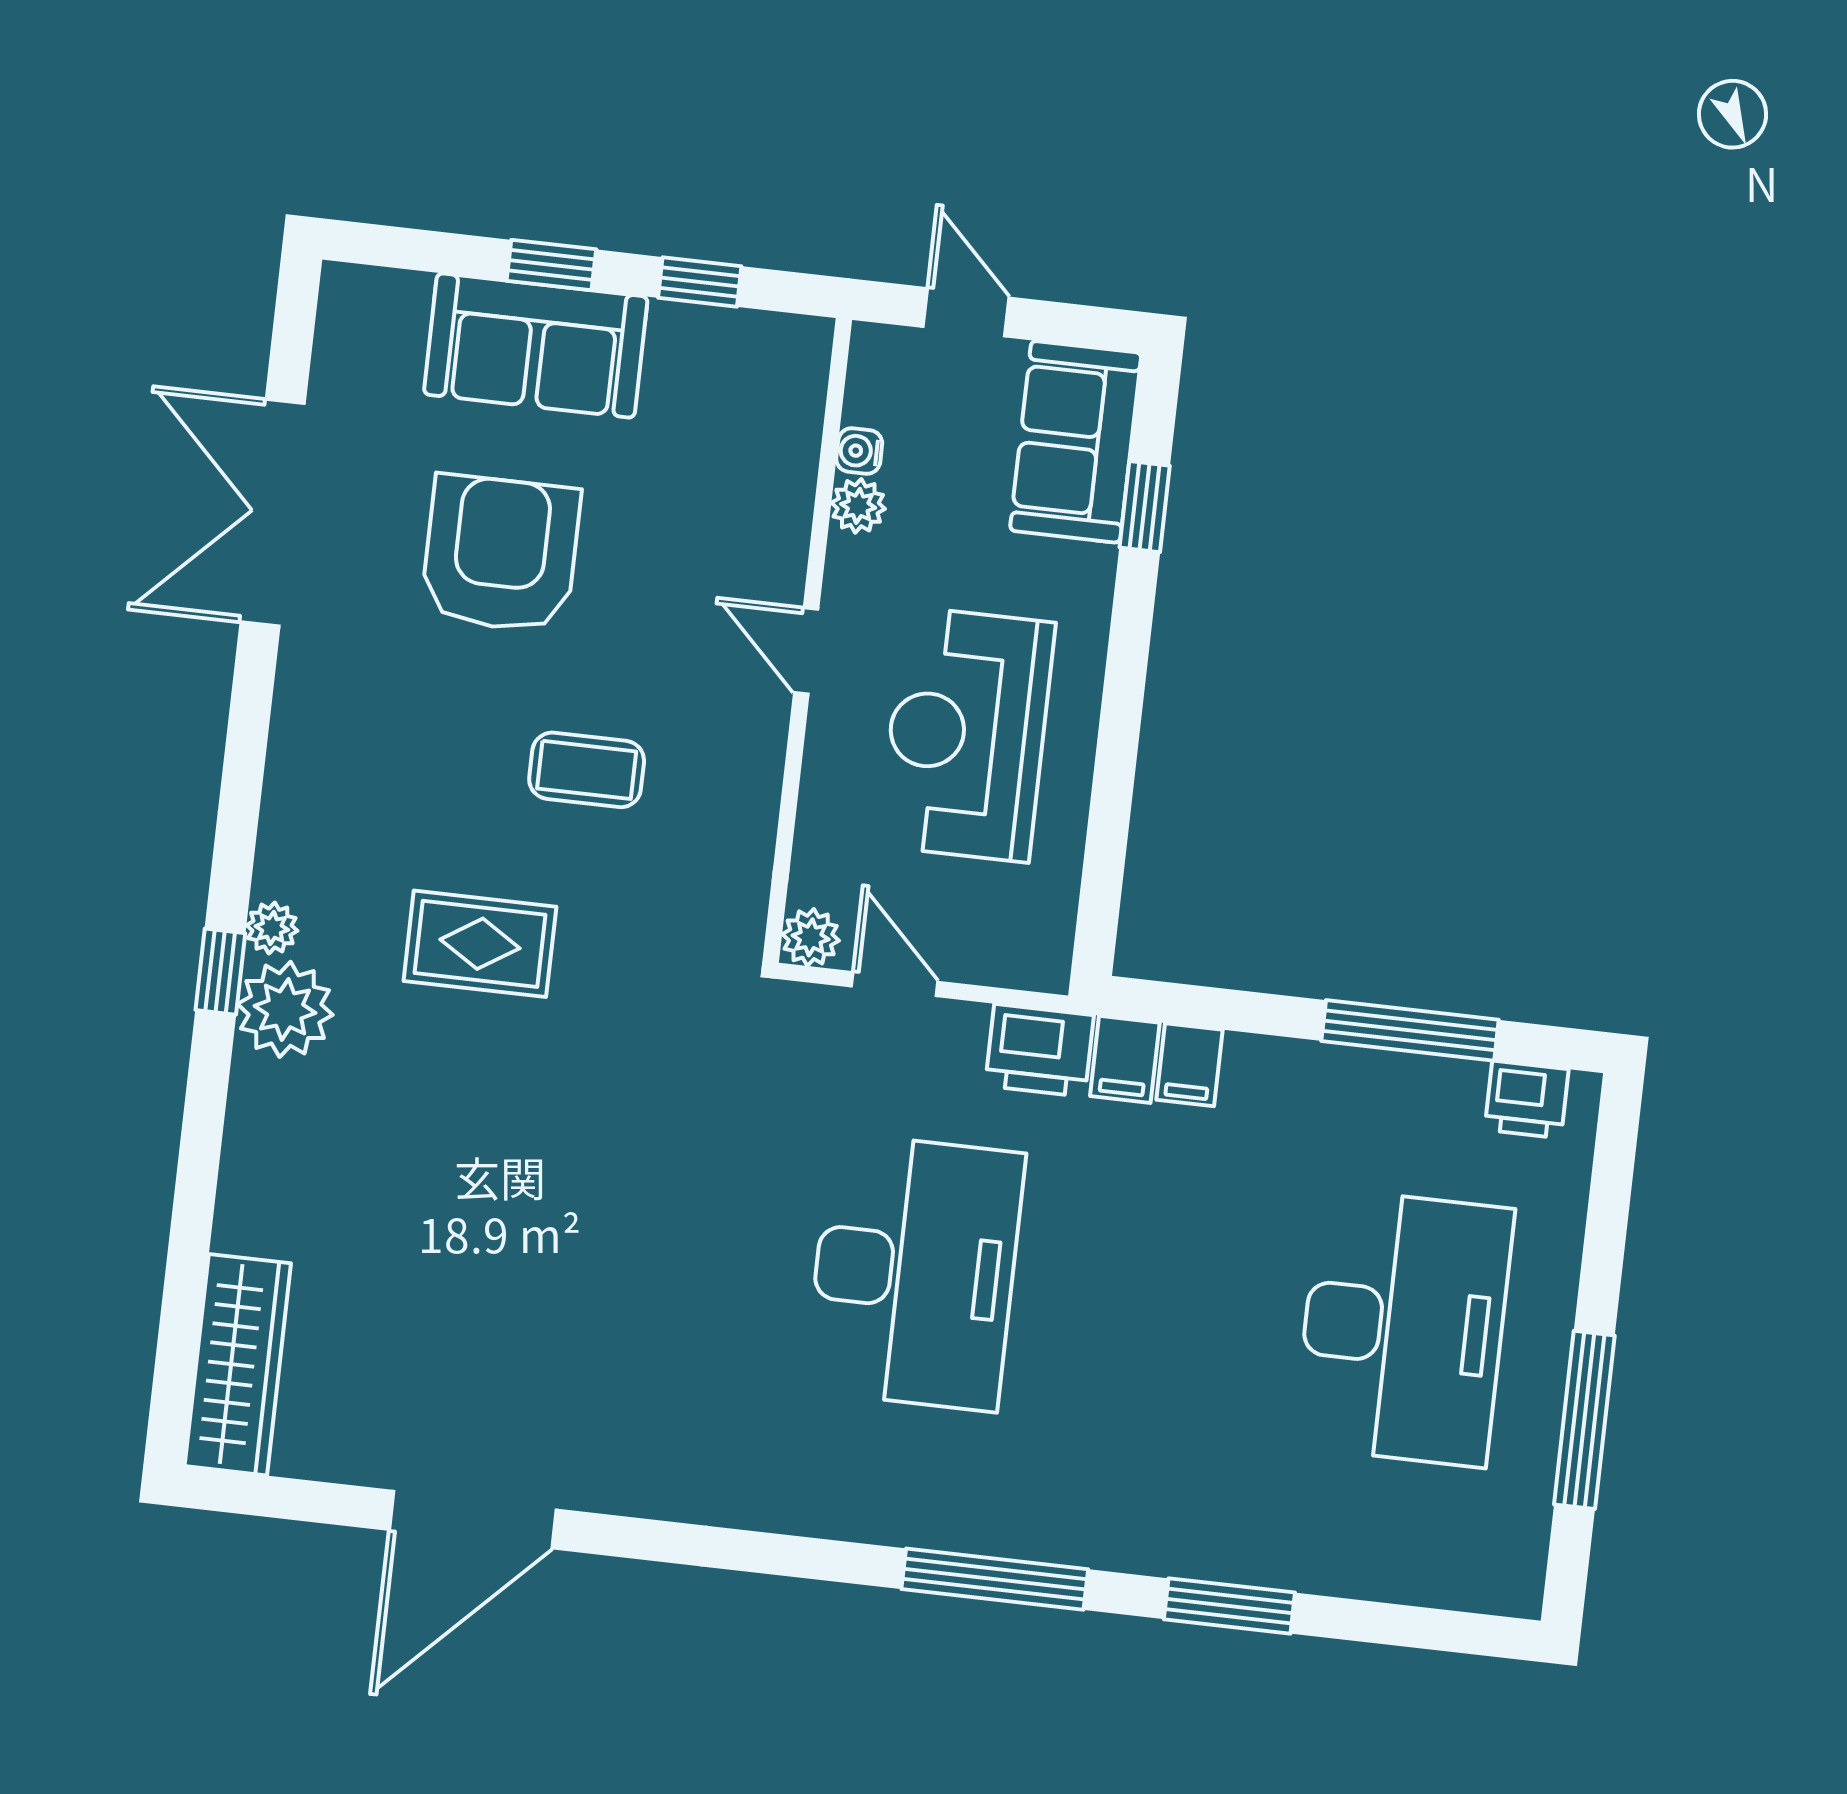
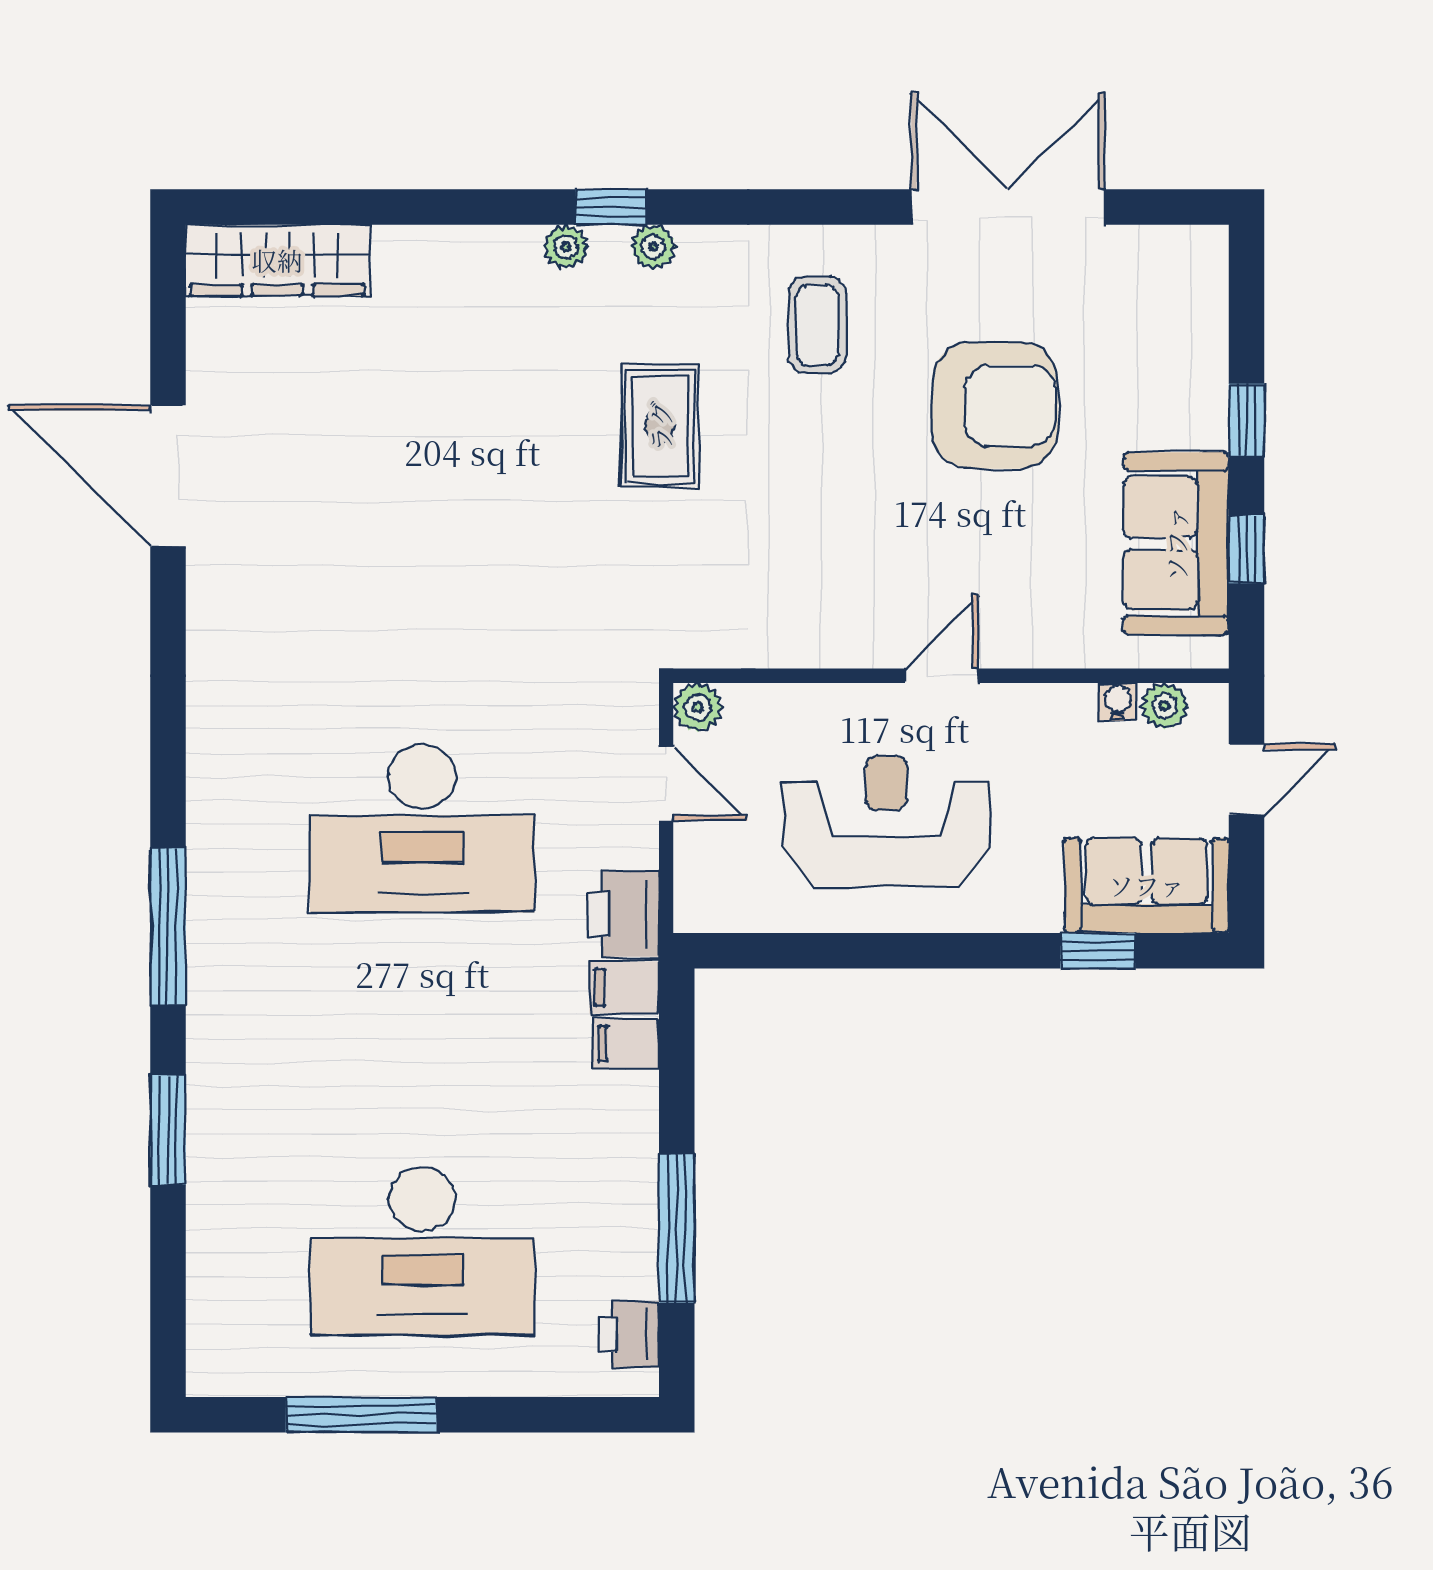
sofa: (536, 346) -> (1176, 543), moved
plant: (858, 506) -> (1164, 706), moved
coffee table: (587, 770) -> (817, 325), moved
door: (895, 984) -> (666, 784), hinge flipped
plant: (285, 1009) -> (566, 247), width x0.53, depth x0.53

